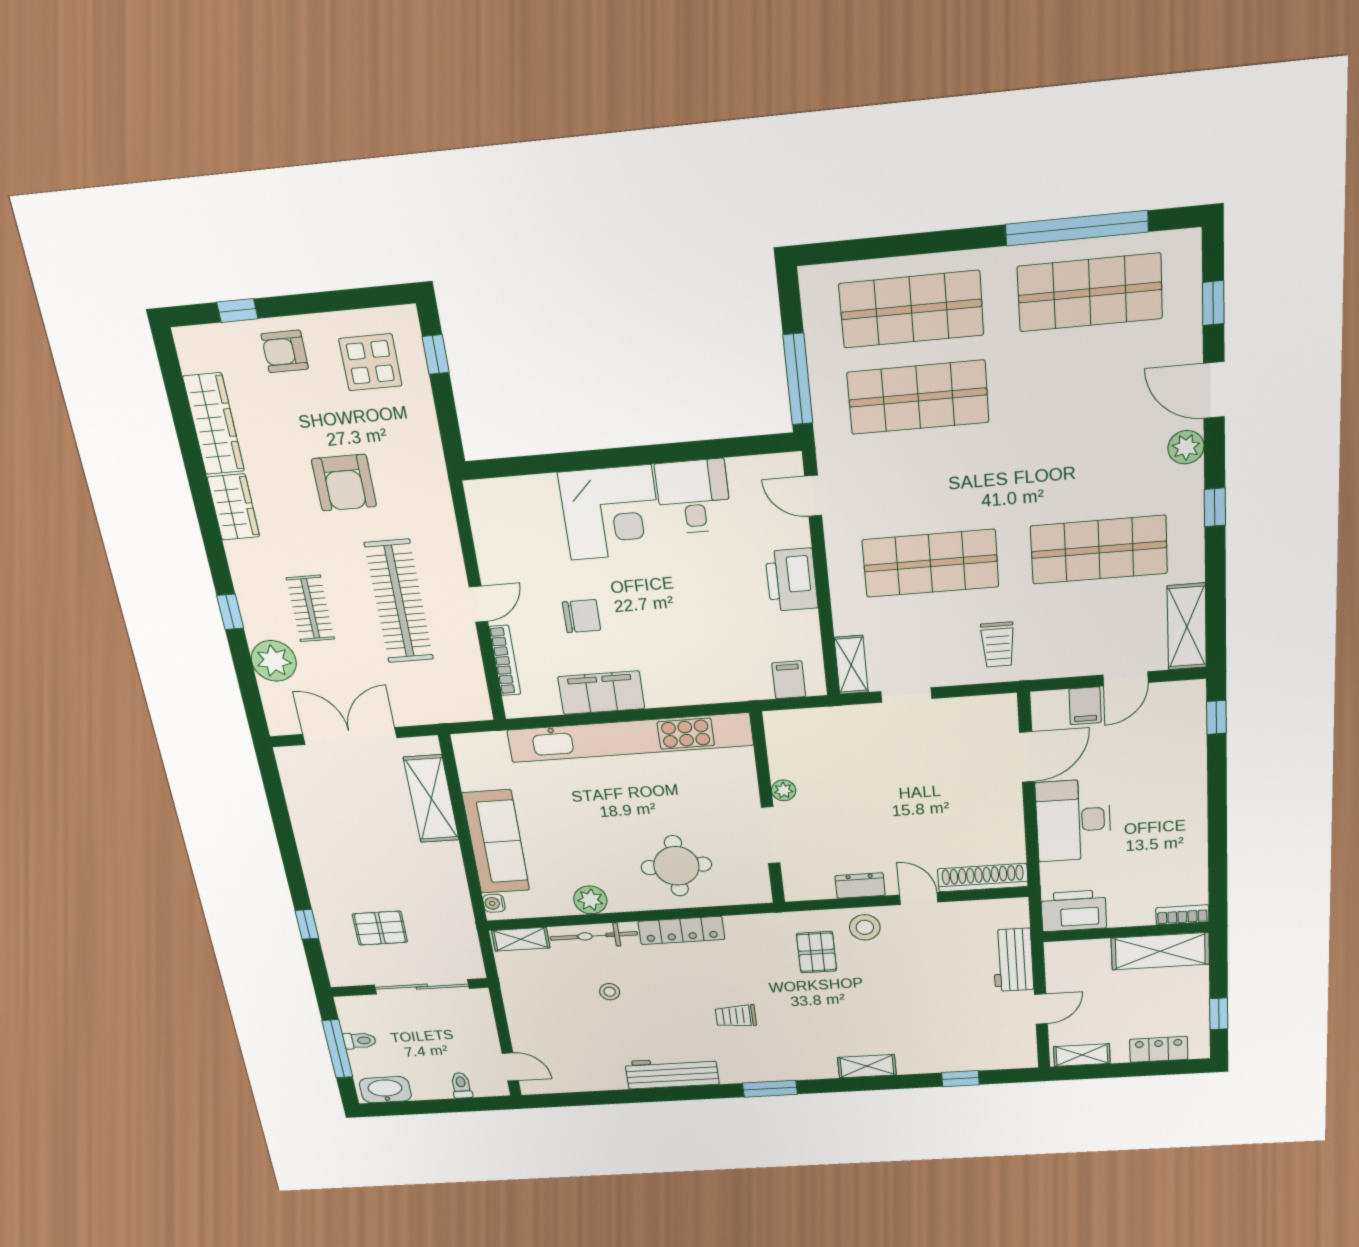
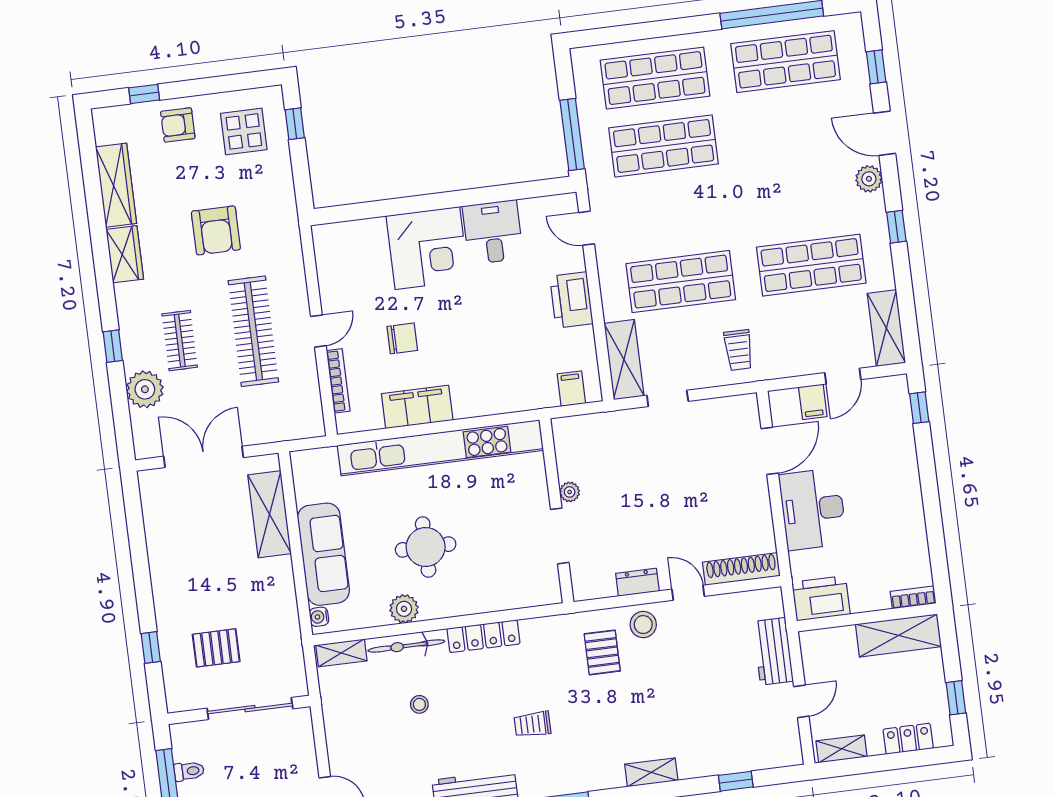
shelving: (851, 665) -> (624, 360), width x1.50, depth x1.33
round table: (676, 866) -> (426, 547), moved

